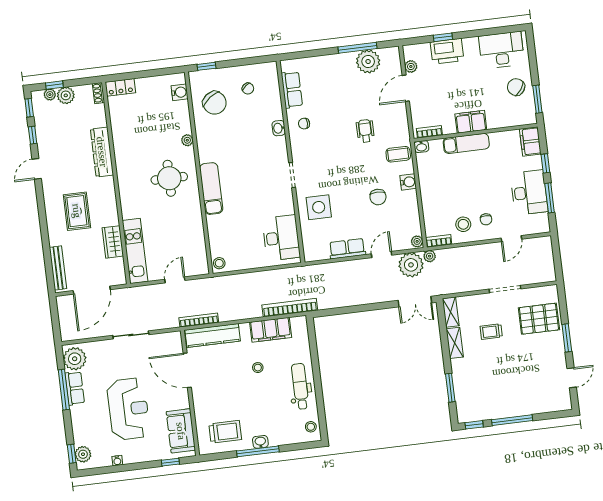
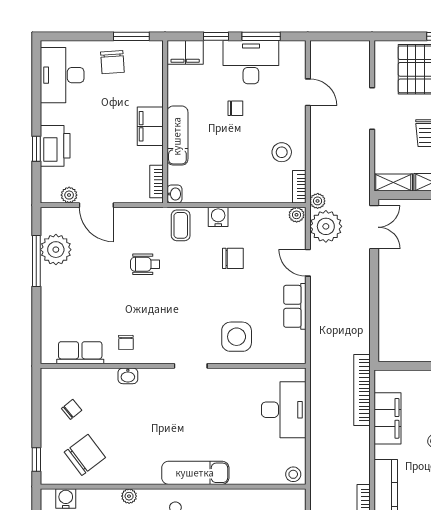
chair: (516, 87) -> (112, 62), turned -40
chair: (486, 219) -> (235, 108), moved
desk: (281, 238) -> (284, 410), moved, turned 90

